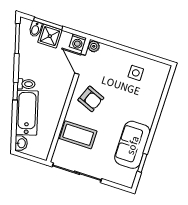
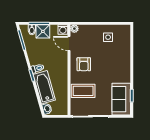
armchair: (91, 99) -> (84, 64), turned 68
sofa: (132, 145) -> (121, 99), moved

